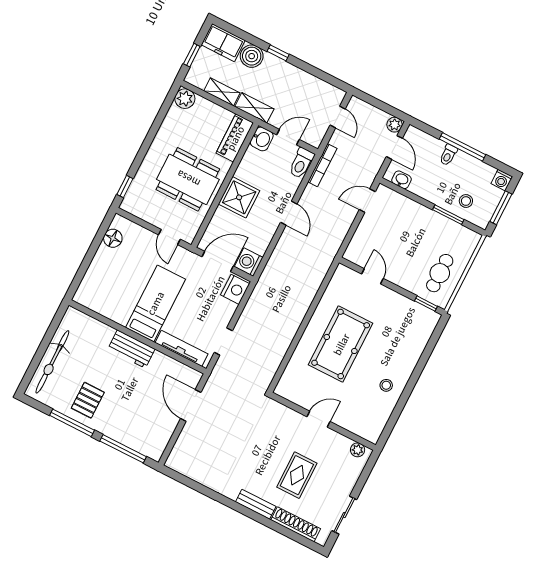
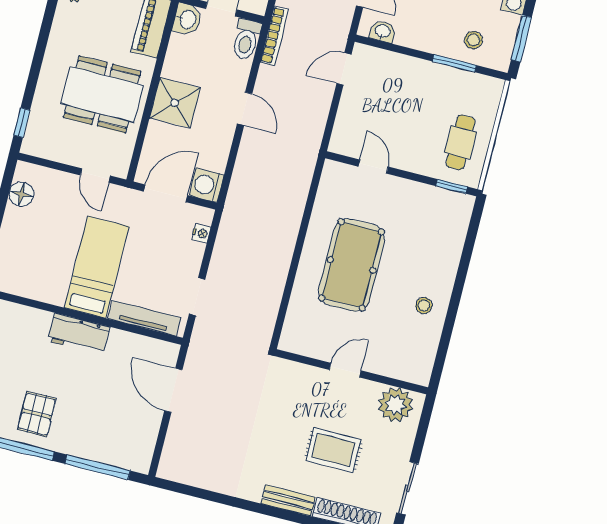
nightstand: (235, 289) -> (201, 233), width x0.53, depth x0.56
plant: (358, 450) -> (396, 405), width x1.88, depth x1.88
rug: (297, 475) -> (333, 450), turned 90

